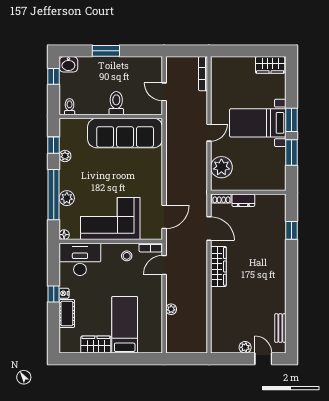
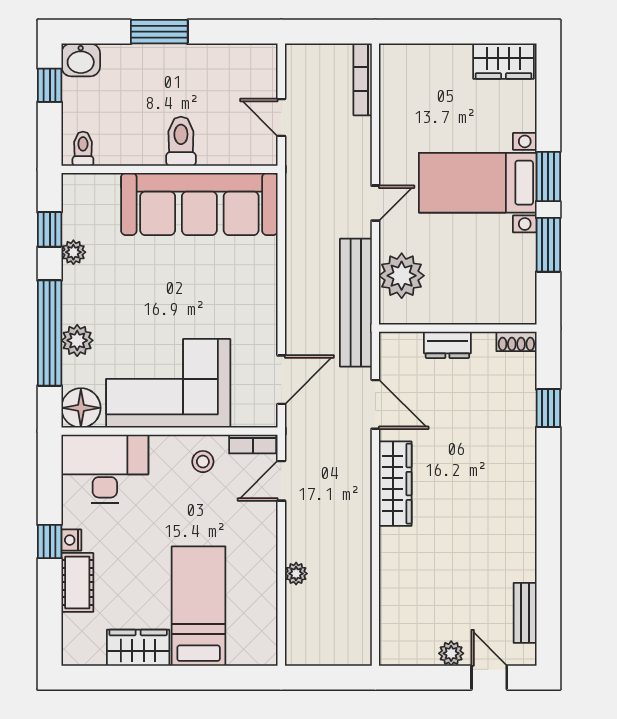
bench: (200, 180) -> (356, 303), added
shoe rack: (221, 199) -> (516, 341), moved
floor lamp: (64, 235) -> (81, 408), width x1.89, depth x1.89

